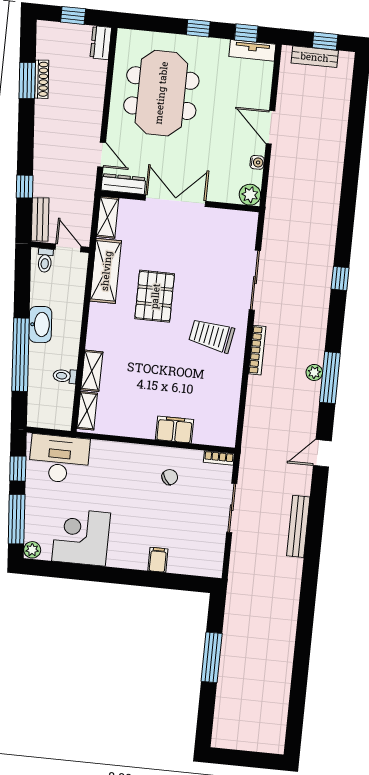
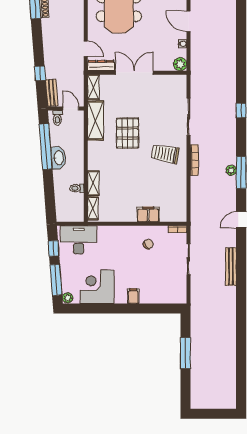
window: (21, 355) -> (46, 147), moved
filing cabinet: (158, 560) -> (133, 296), moved

